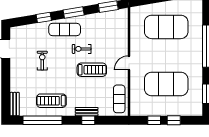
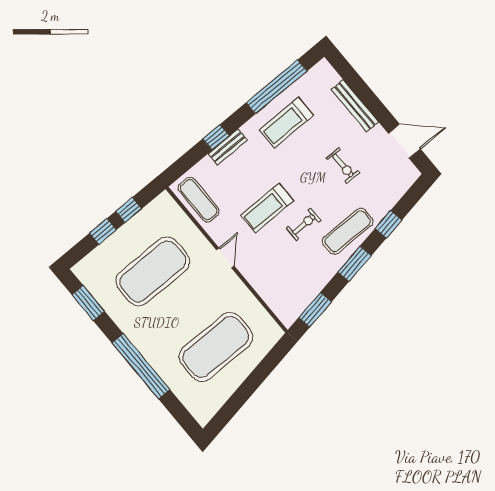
treadmill: (51, 101) -> (286, 123), turned 180
bench: (15, 104) -> (355, 106), moved, width x1.36

